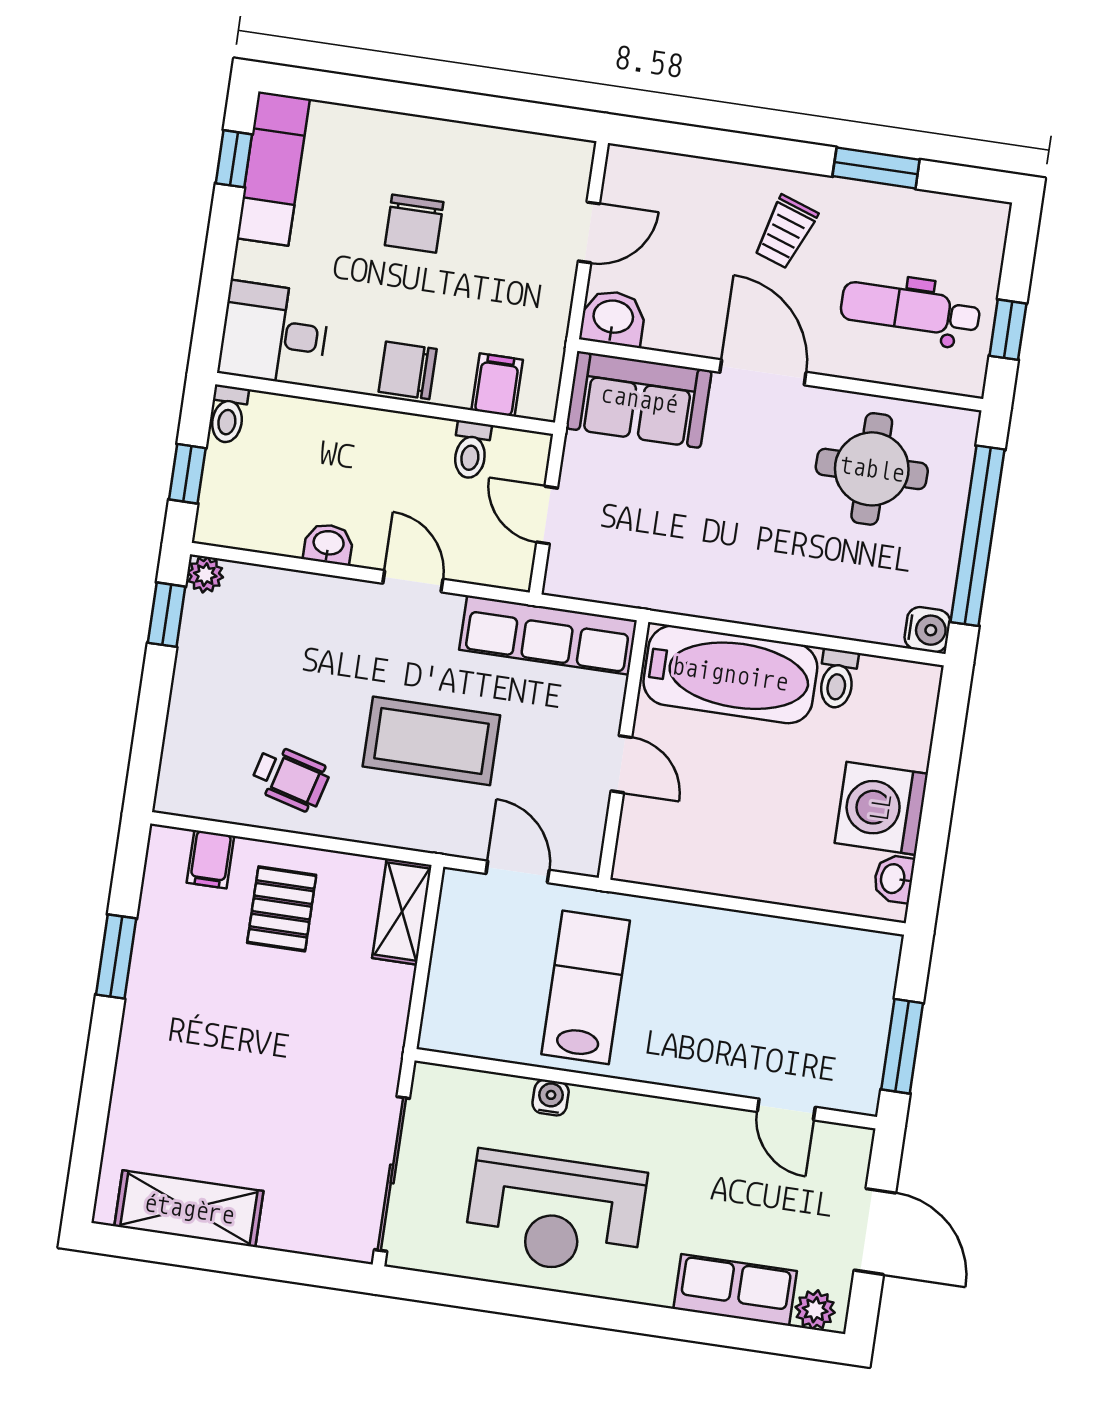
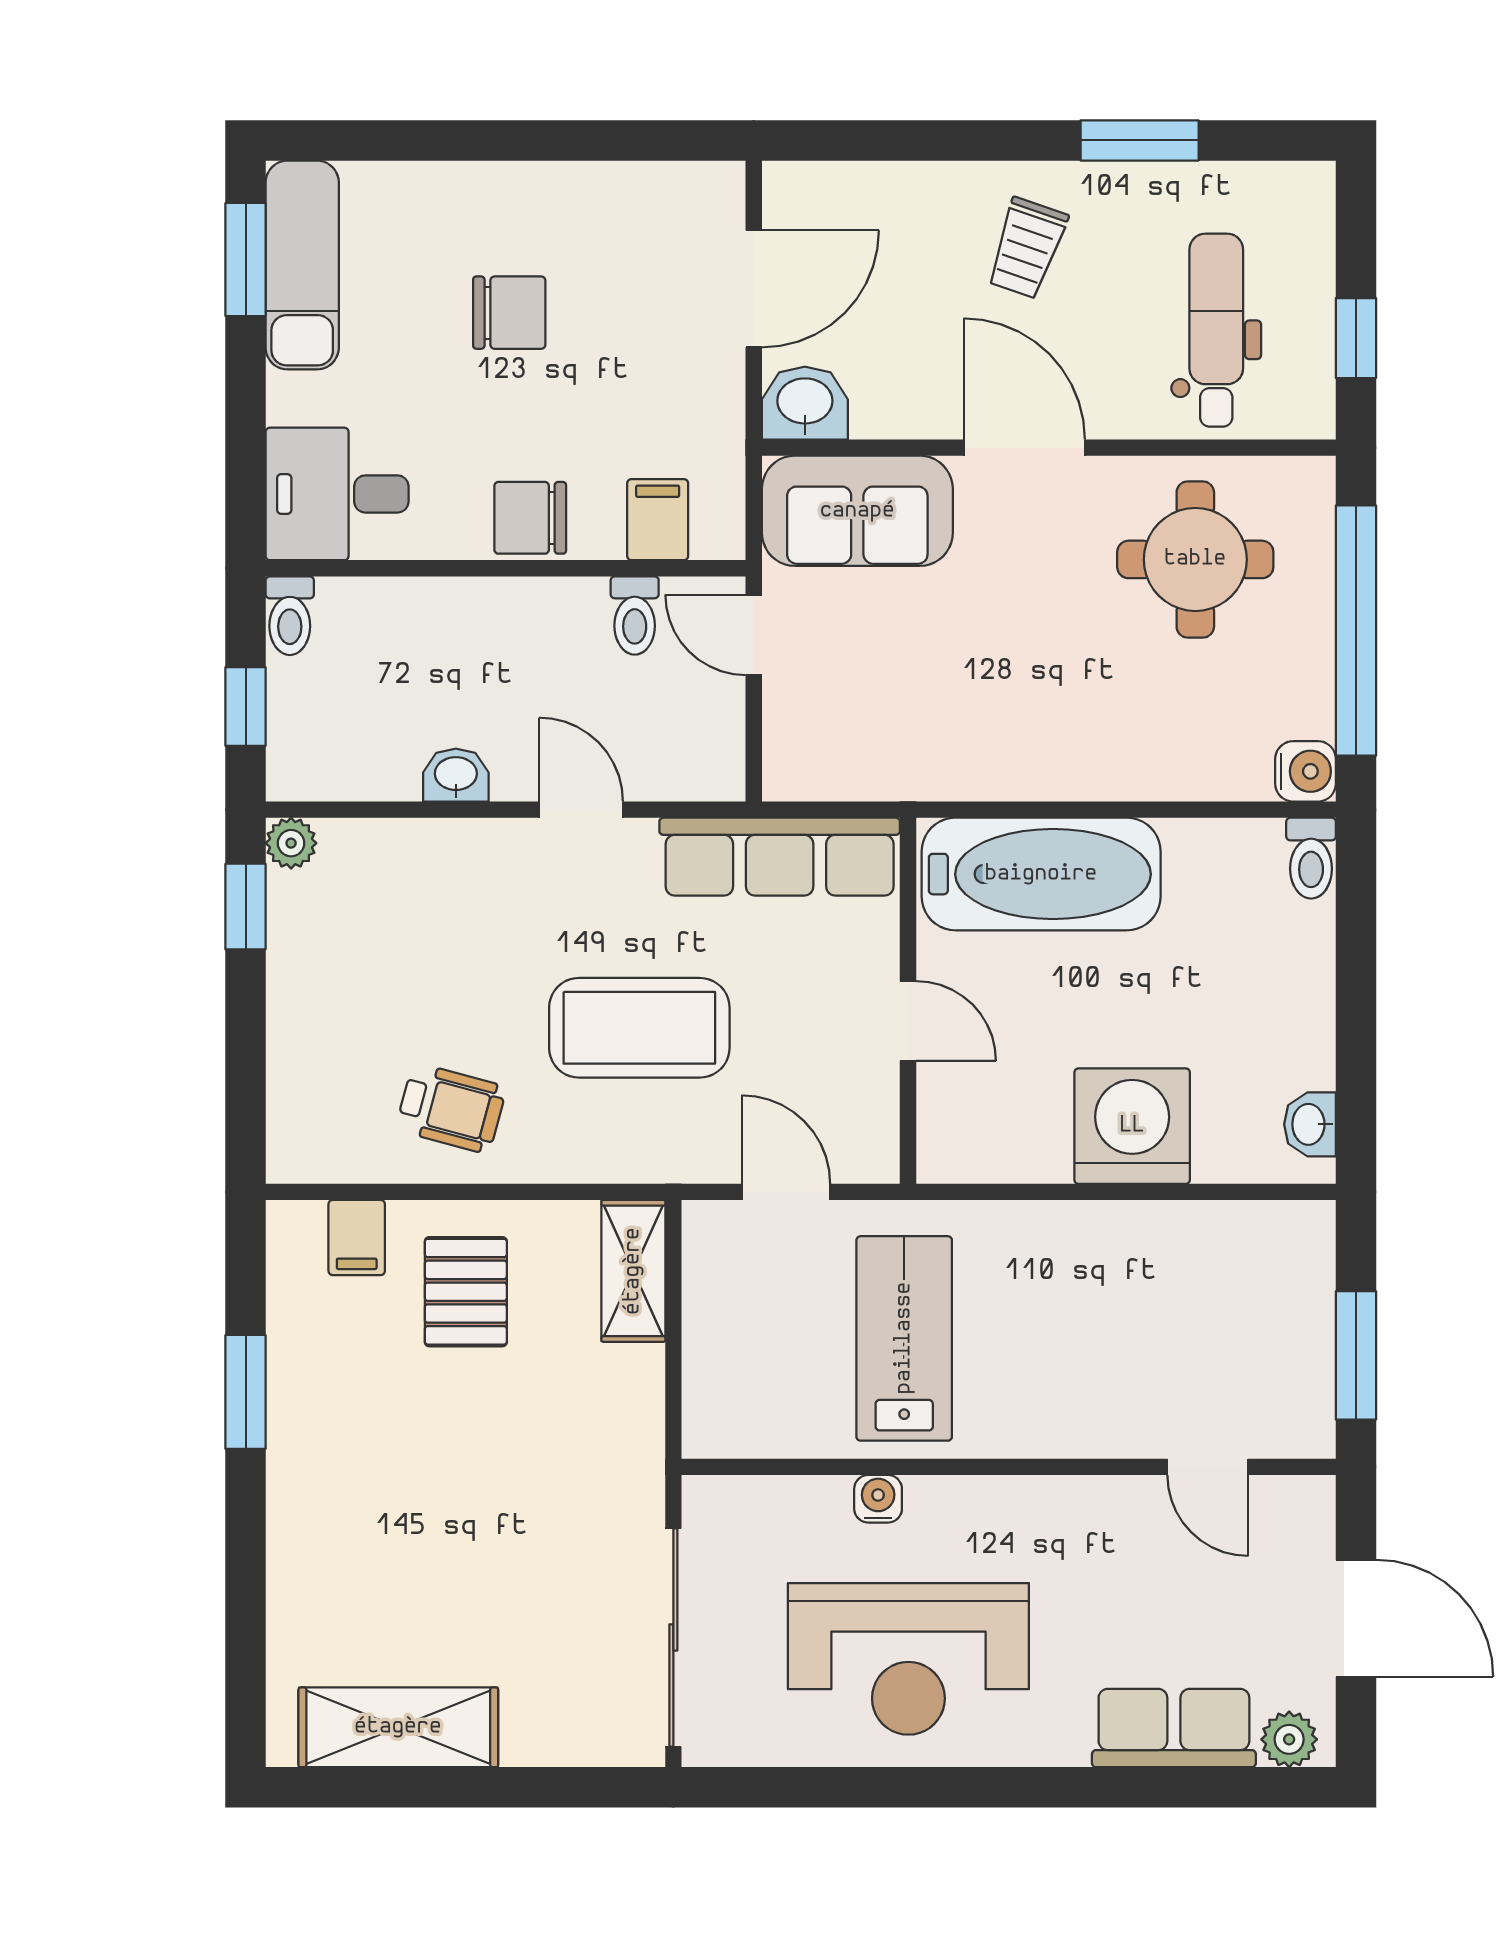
window: (234, 159) -> (246, 260), width x1.50
chair: (414, 224) -> (509, 313), turned -90
door: (589, 232) -> (754, 289), width x1.38
dental chair: (910, 310) -> (1216, 330), turned 90
door: (547, 515) -> (754, 635), moved
toilet: (837, 679) -> (1311, 858), moved
washing machine: (881, 808) -> (1132, 1126), moved, turned 90

